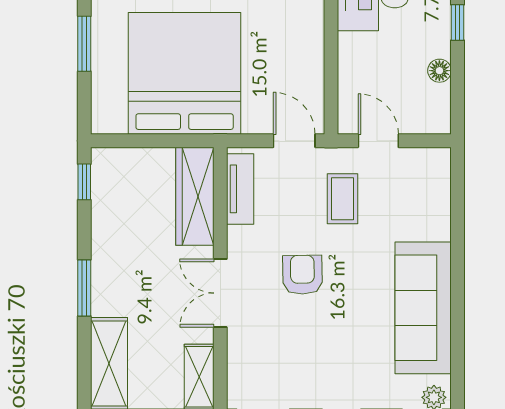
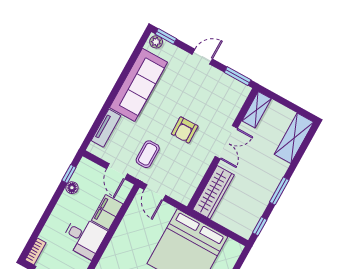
window: (457, 23) -> (69, 174), moved
filing cabinet: (357, 62) -> (107, 212), added
tv unit: (240, 189) -> (106, 128), moved, turned 180
window: (84, 288) -> (279, 191), moved

